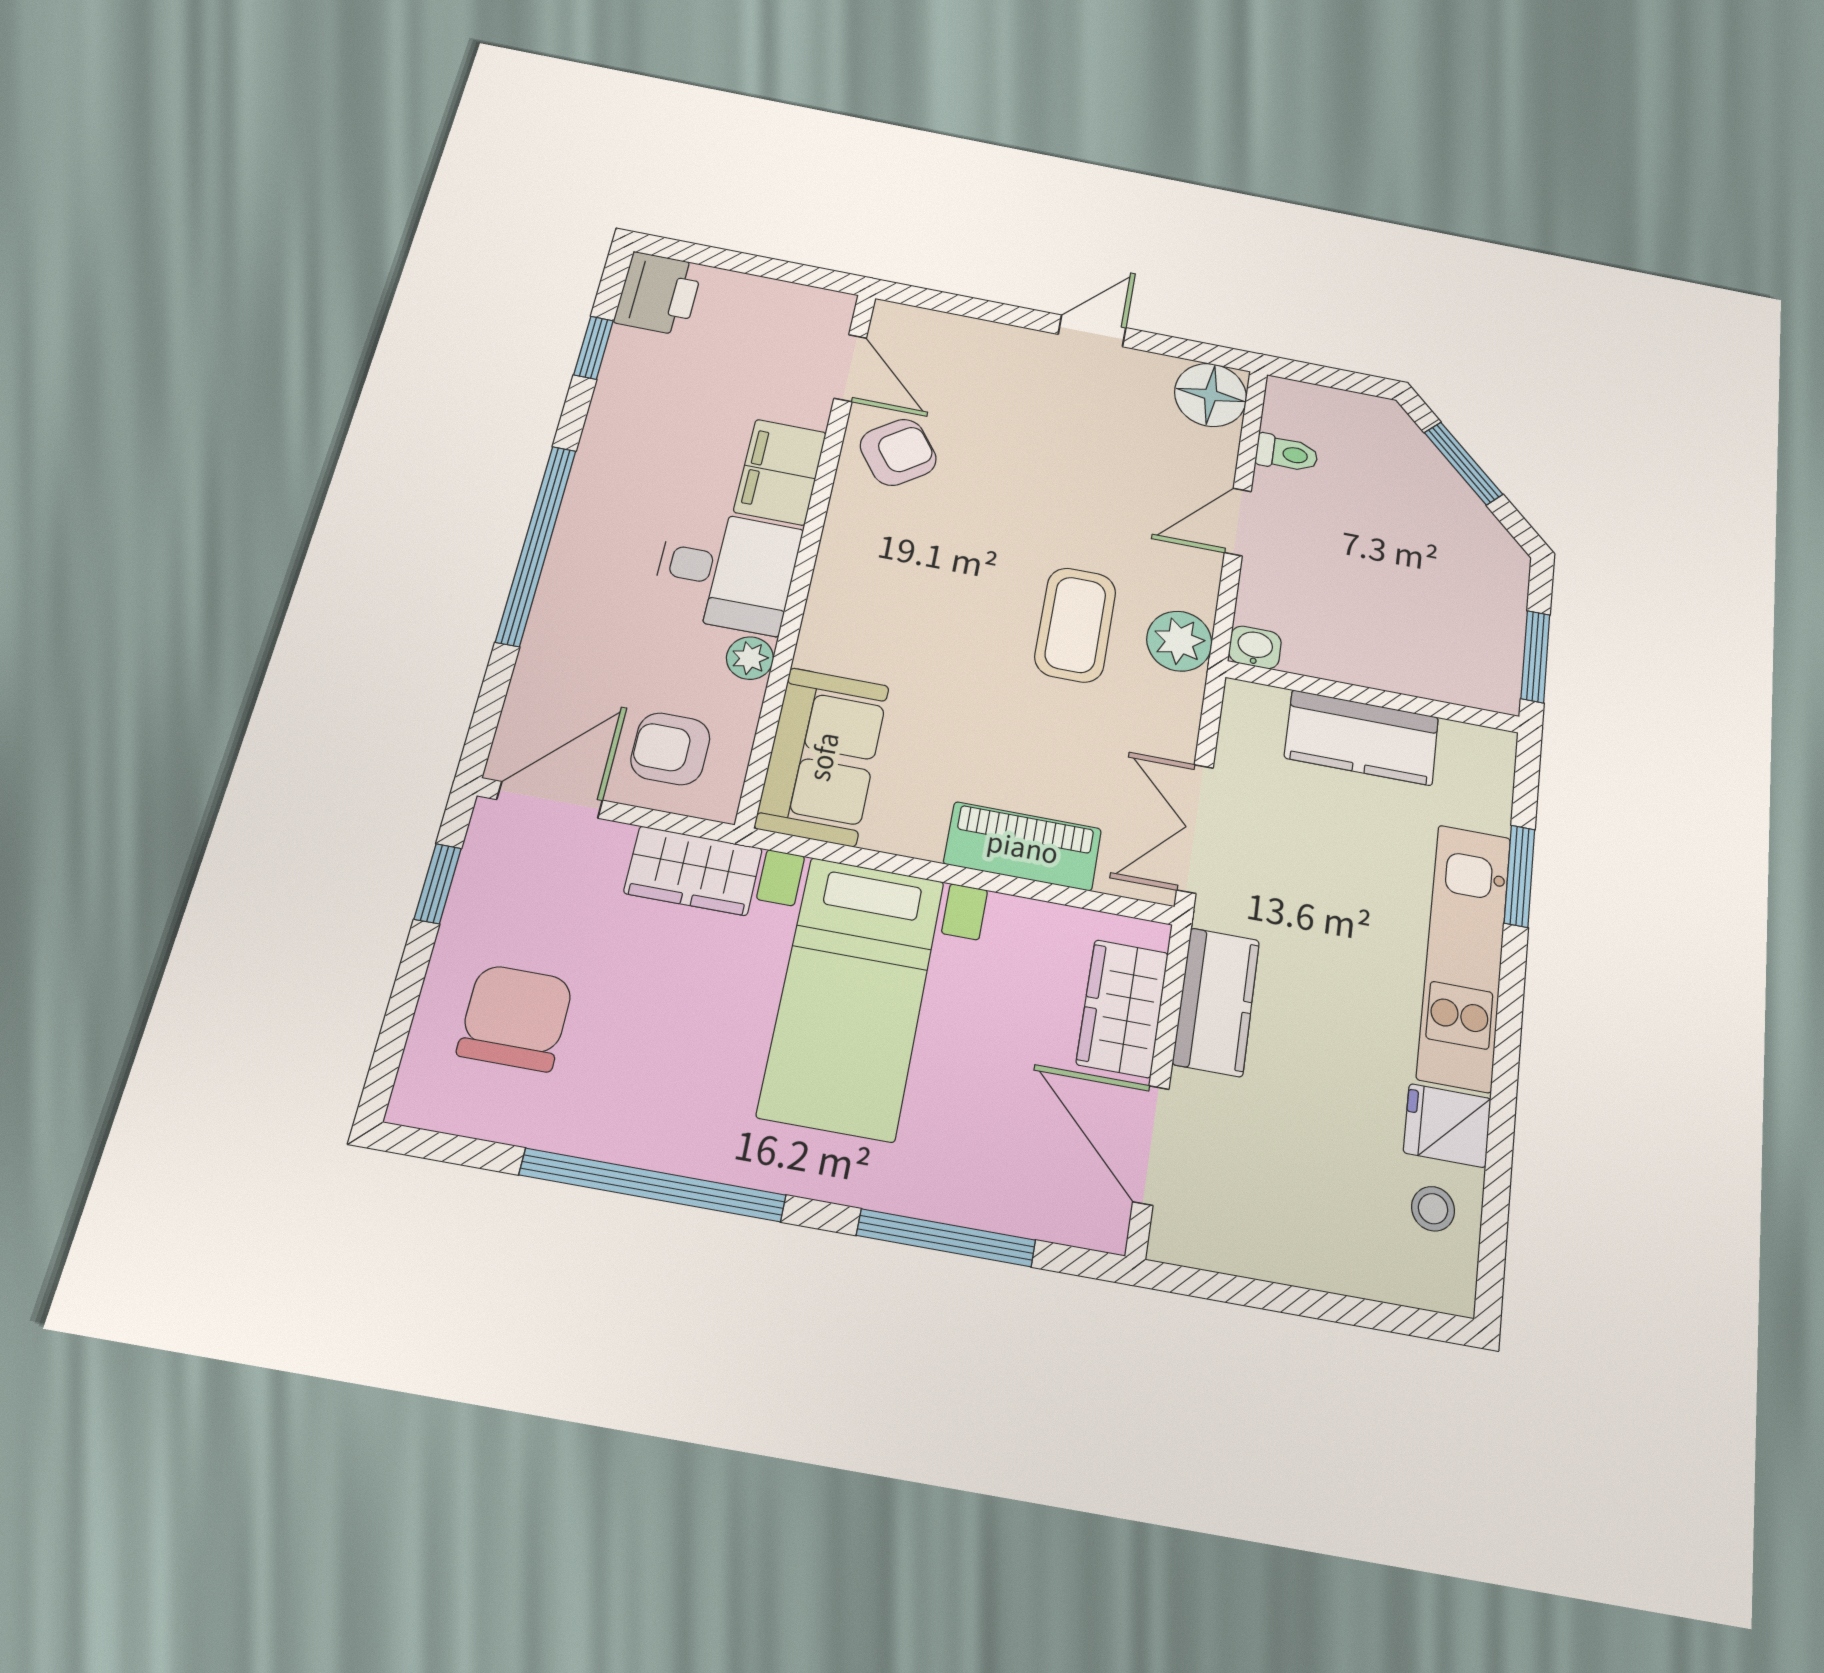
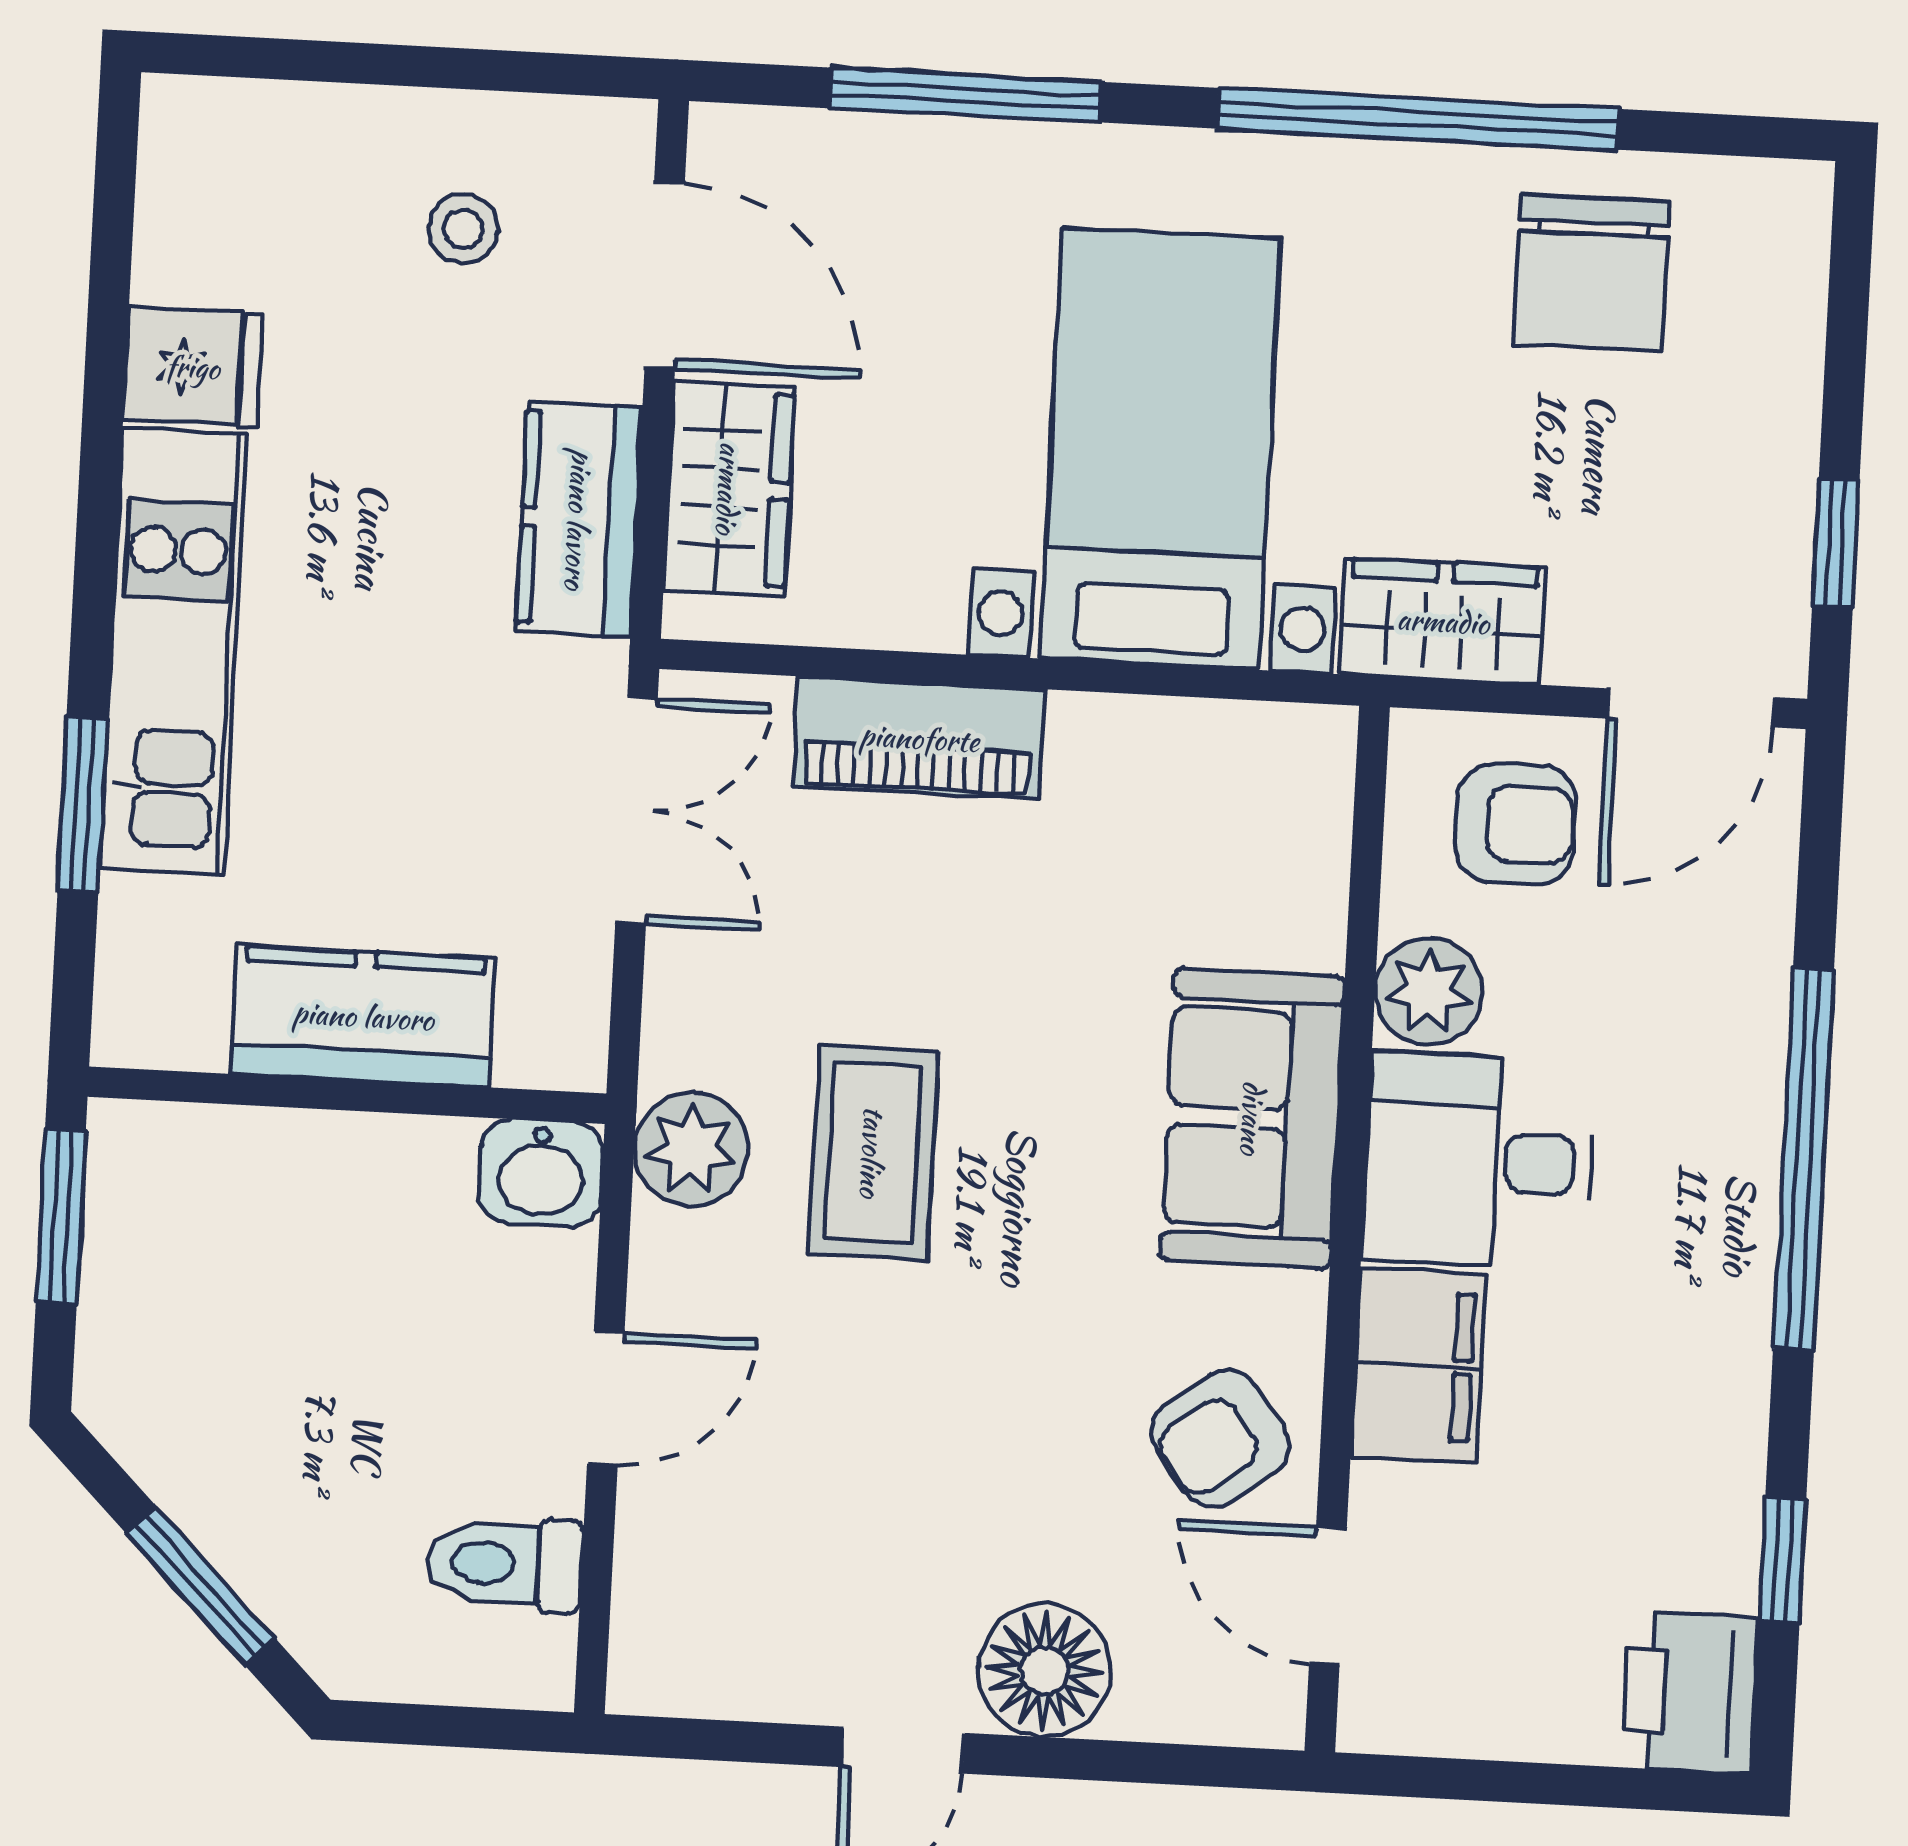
floor lamp: (1211, 395) -> (1044, 1671), moved
toilet: (1287, 454) -> (504, 1564), width x1.37, depth x1.39
washbasin: (1255, 647) -> (541, 1173), width x1.38, depth x1.45
plant: (750, 658) -> (1429, 991), width x1.38, depth x1.38
sofa: (822, 756) -> (1253, 1118), moved
chair: (515, 1018) -> (1592, 273), moved
stool: (1433, 1209) -> (463, 229), moved

